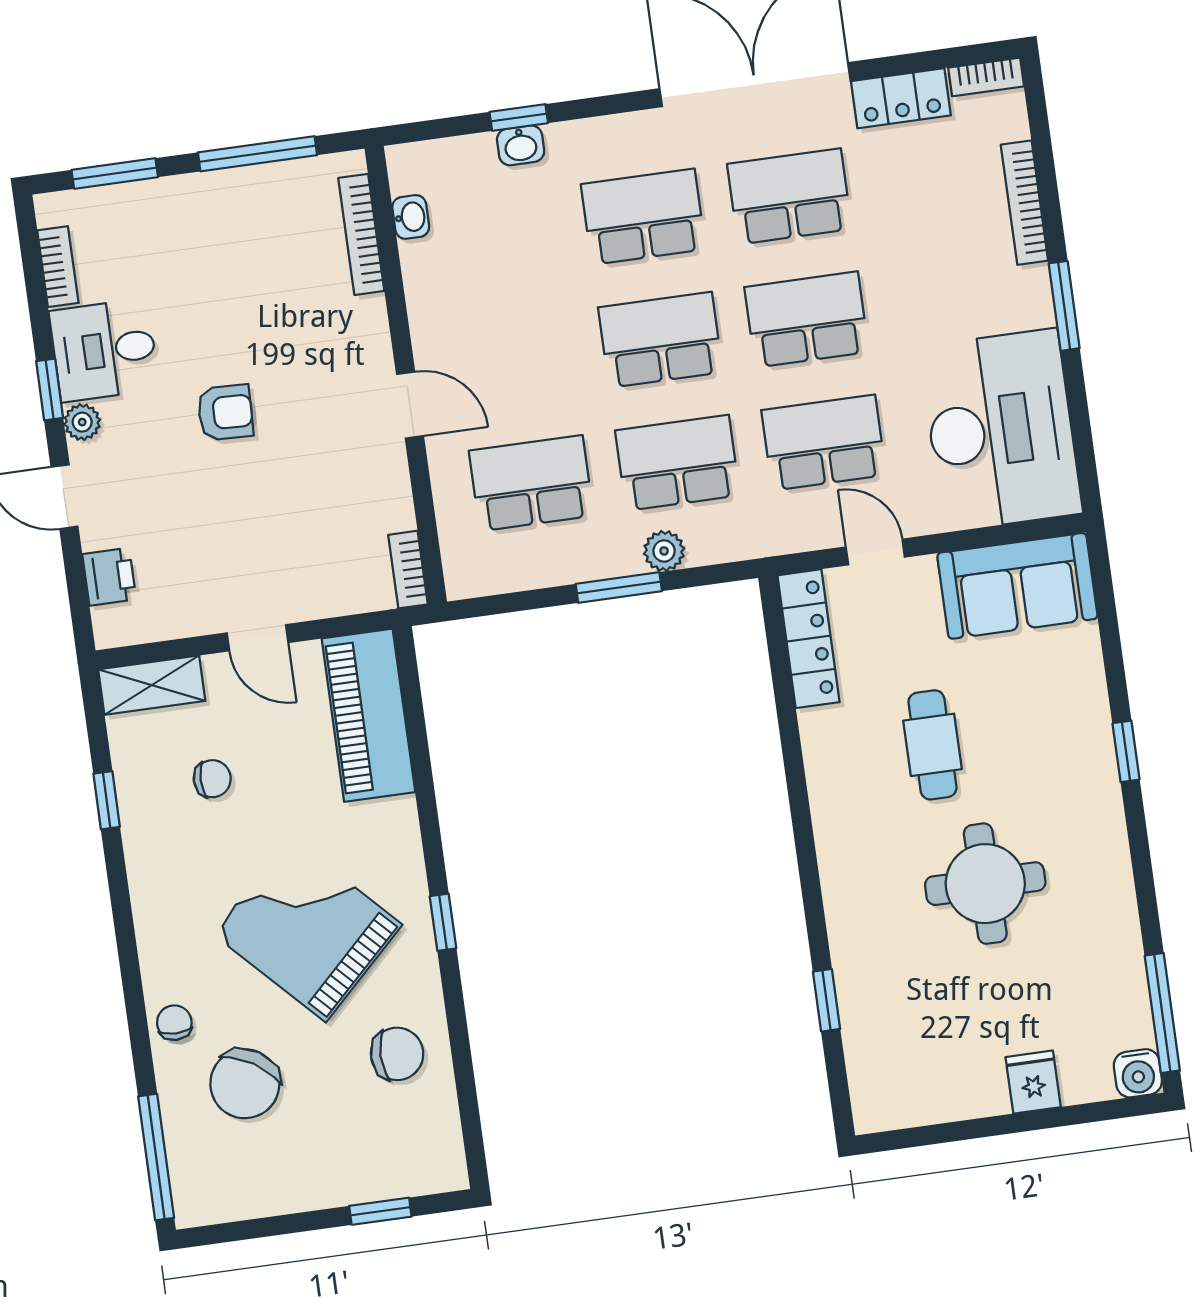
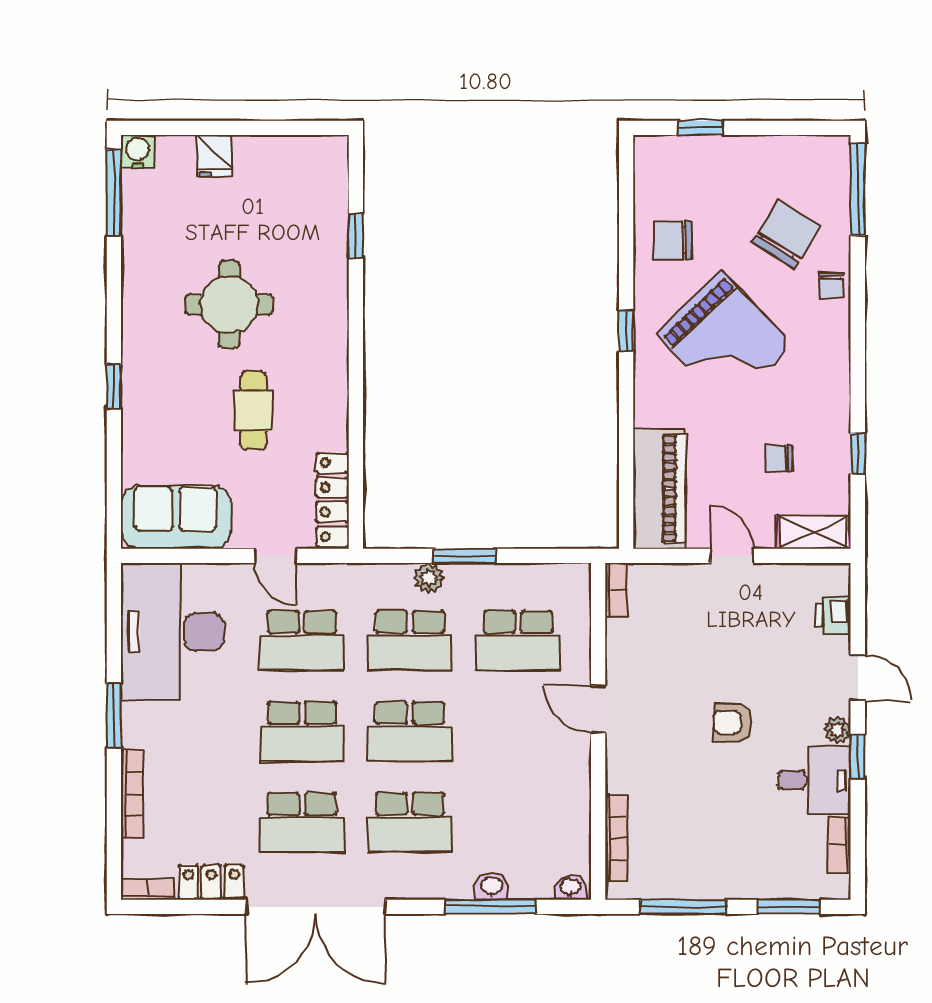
window: (519, 117) -> (490, 907), width x2.17
washbasin: (411, 217) -> (570, 887), moved, turned 90

